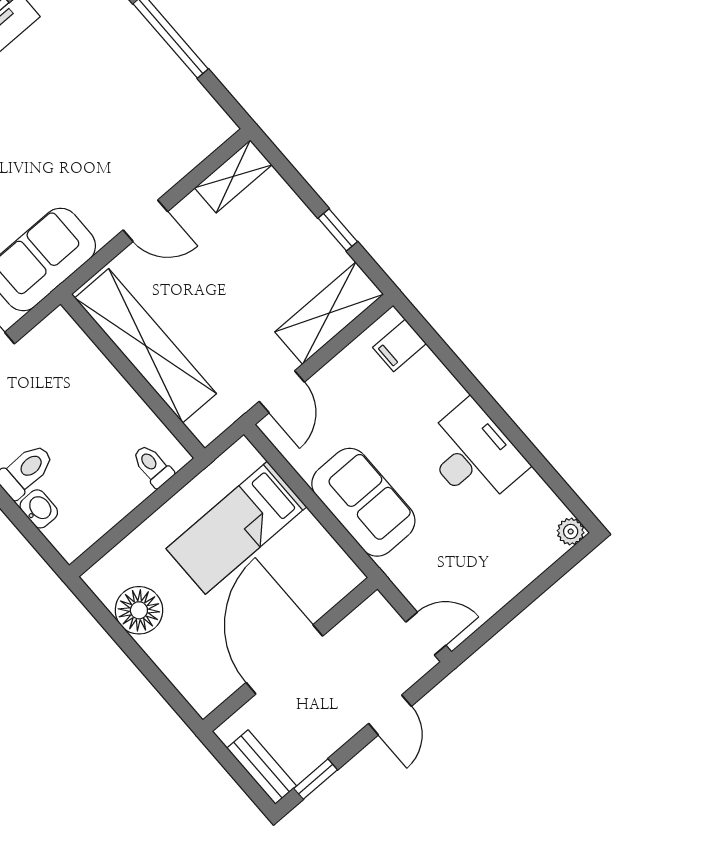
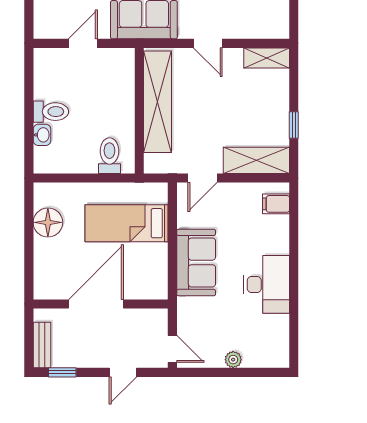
toilet: (153, 466) -> (109, 156), width x1.37, depth x1.39
plant: (571, 532) -> (233, 360), moved

